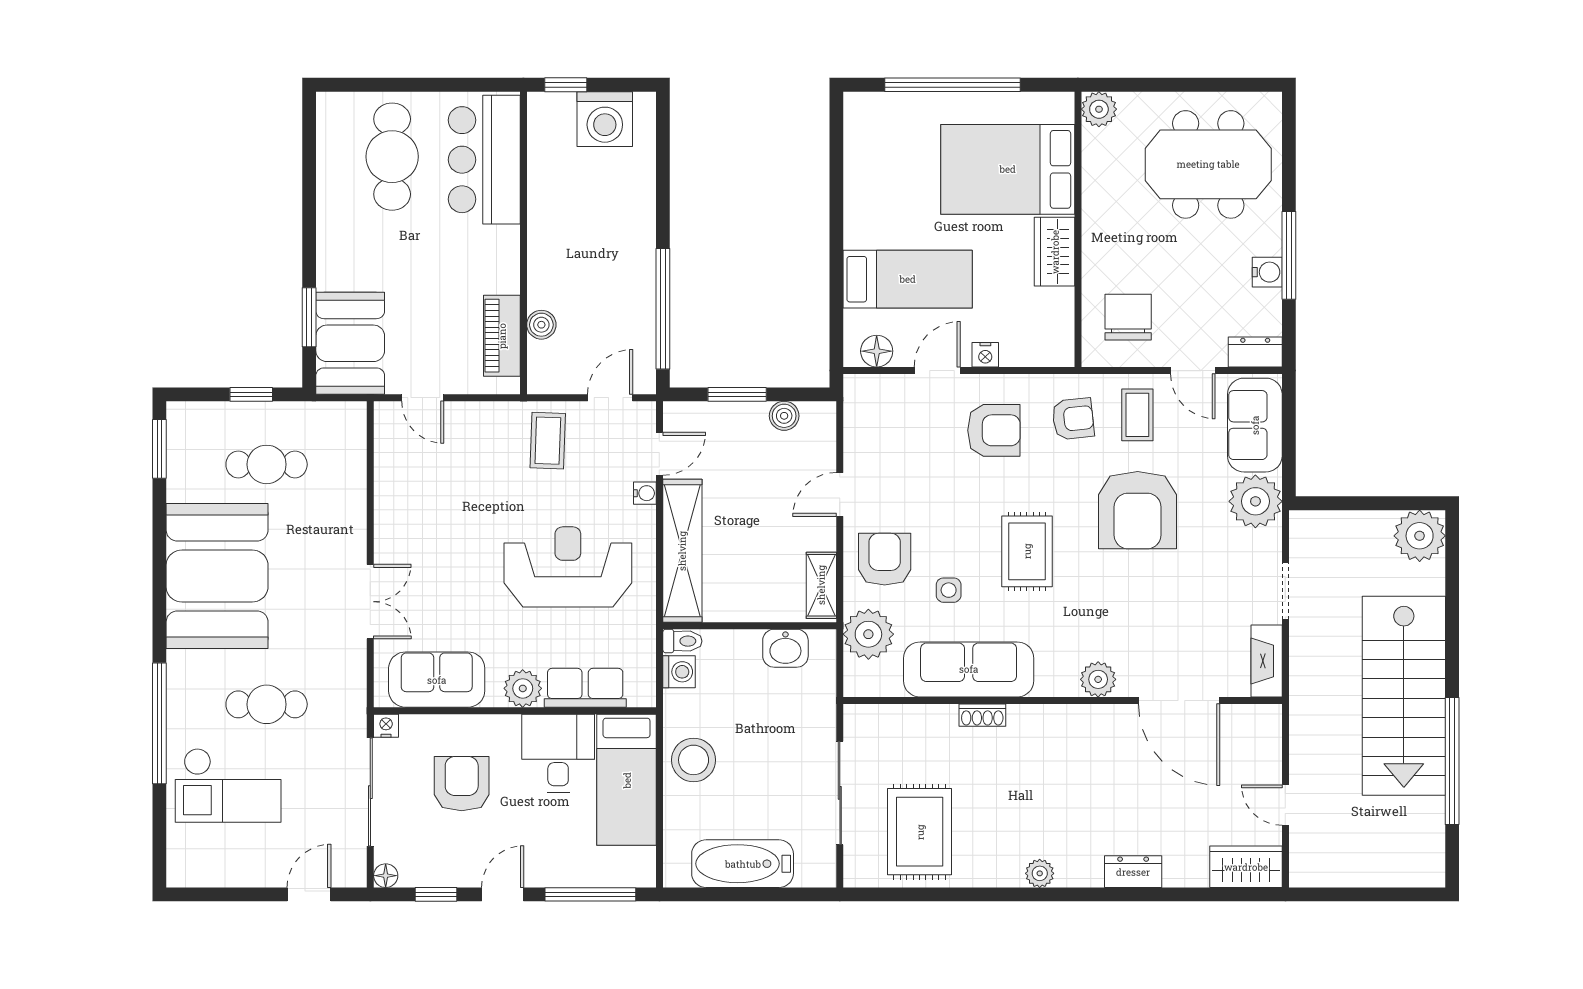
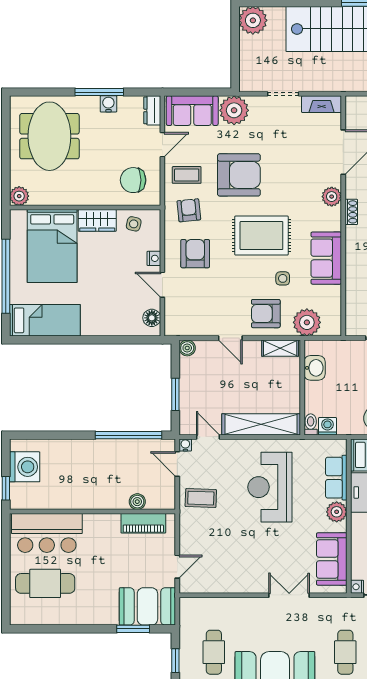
bed: (908, 279) -> (45, 320), moved, turned 90
side table: (1048, 318) -> (134, 224), added
boiler: (784, 416) -> (187, 348), moved
water cooler: (645, 493) -> (185, 445), moved
rug: (1027, 551) -> (261, 236), width x1.36, depth x1.43
sofa: (969, 669) -> (326, 258), width x0.73
shoe rack: (982, 715) -> (351, 212), moved

